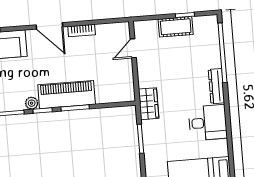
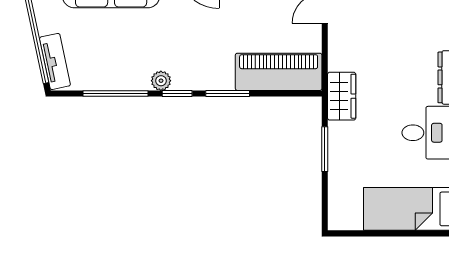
piano: (67, 95) -> (279, 72), moved

